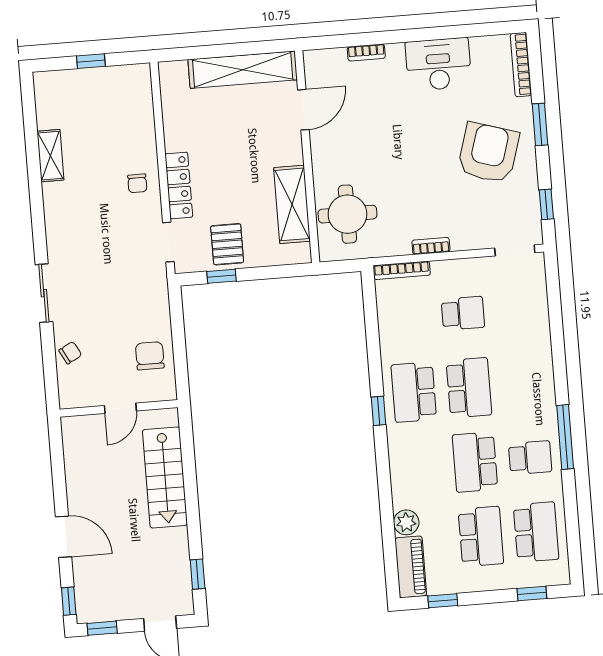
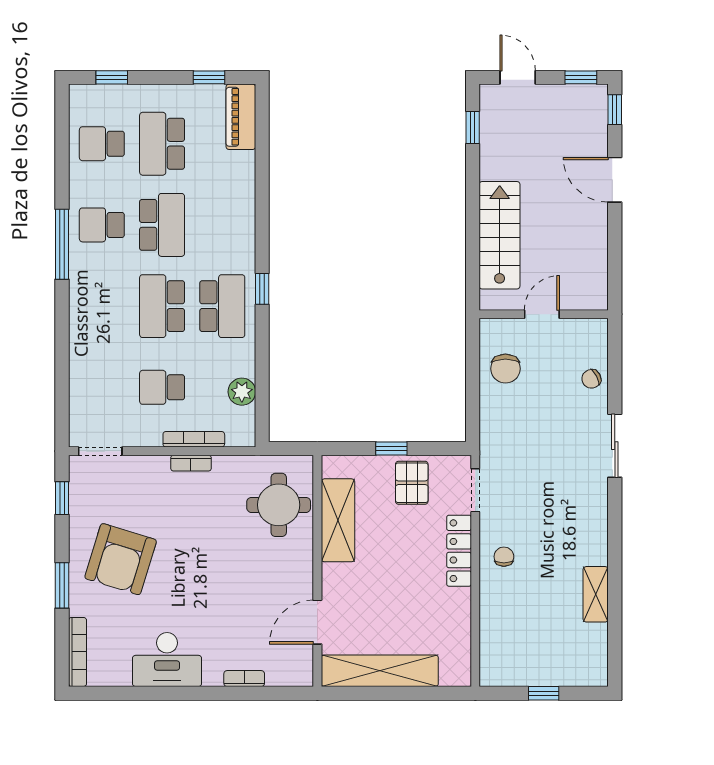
bookcase: (402, 270) -> (194, 439), moved
window: (222, 276) -> (391, 448), moved
plant: (406, 522) -> (242, 392), moved
school desk: (536, 532) -> (102, 144), width x0.54

